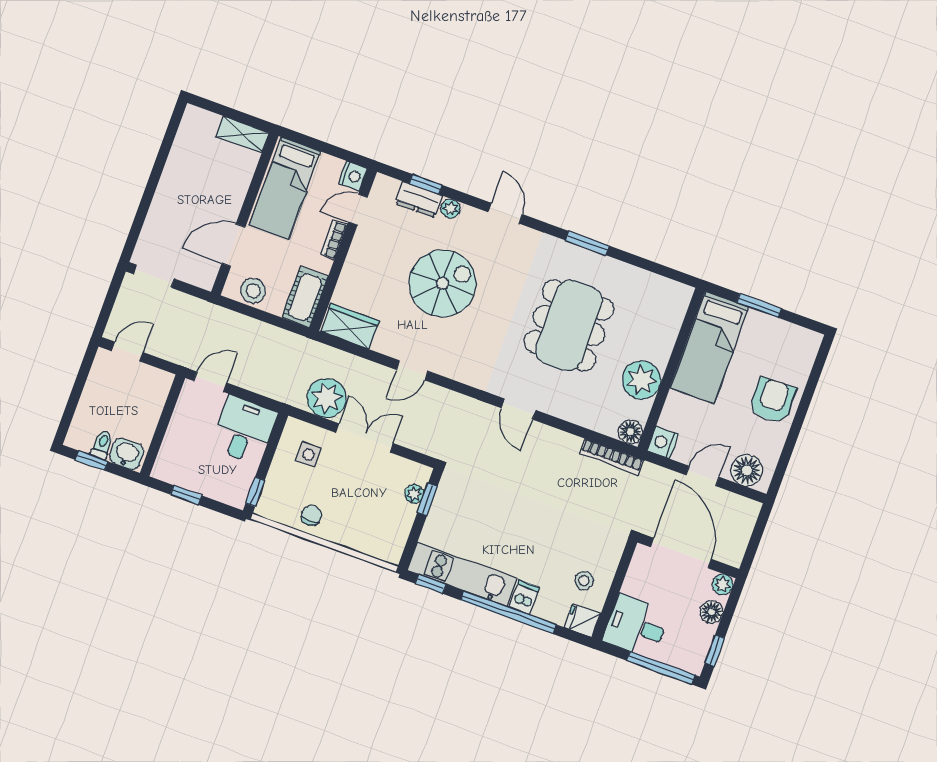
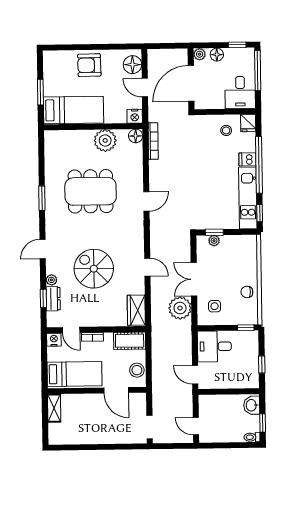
toilet: (102, 445) -> (252, 437), moved

